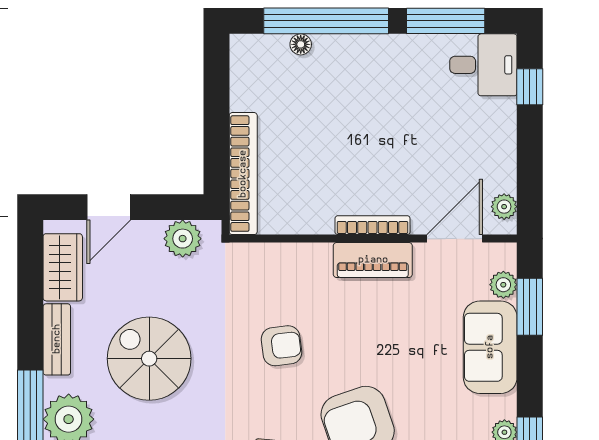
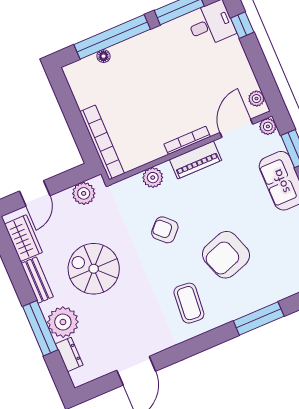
plant: (297, 259) -> (153, 178), added
plant: (503, 285) -> (268, 126), moved
armchair: (282, 346) -> (165, 230), turned -129

